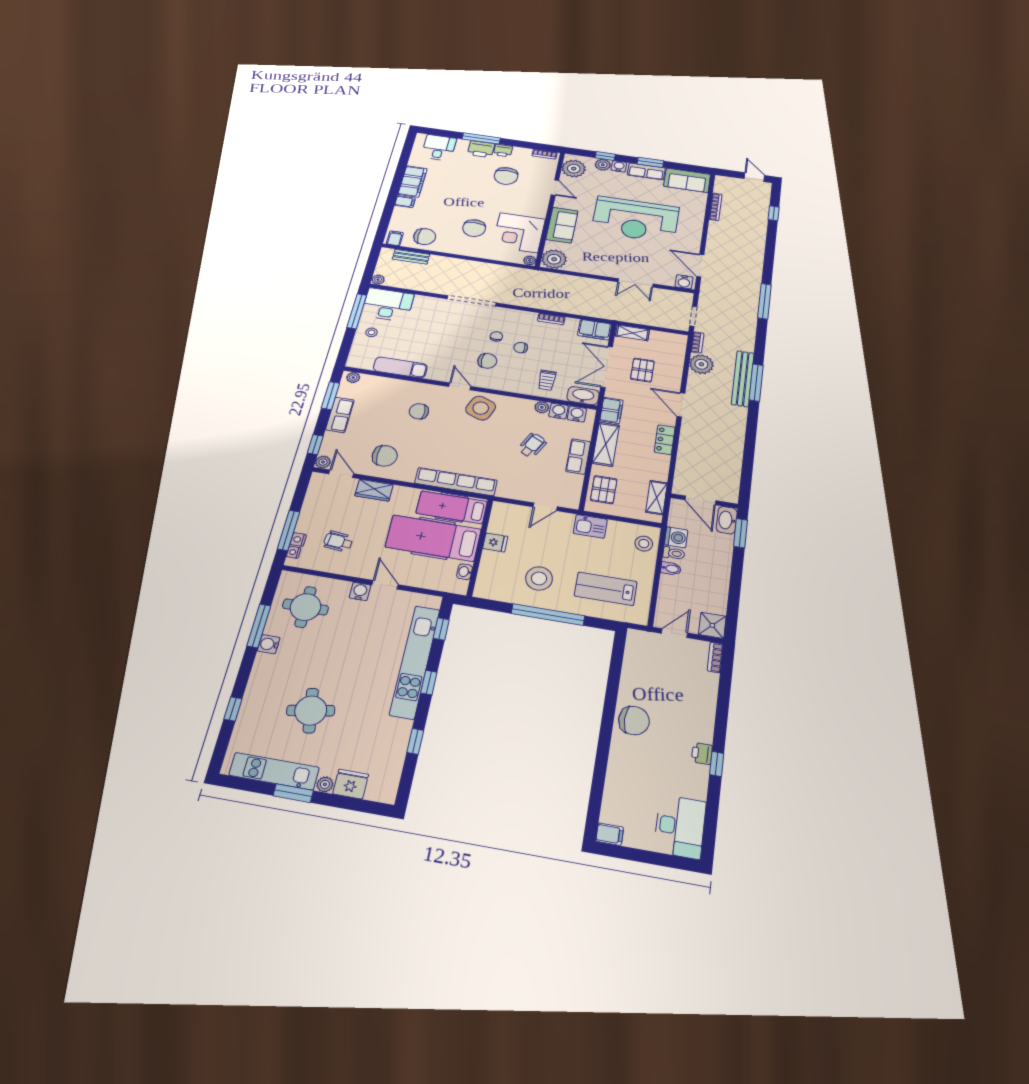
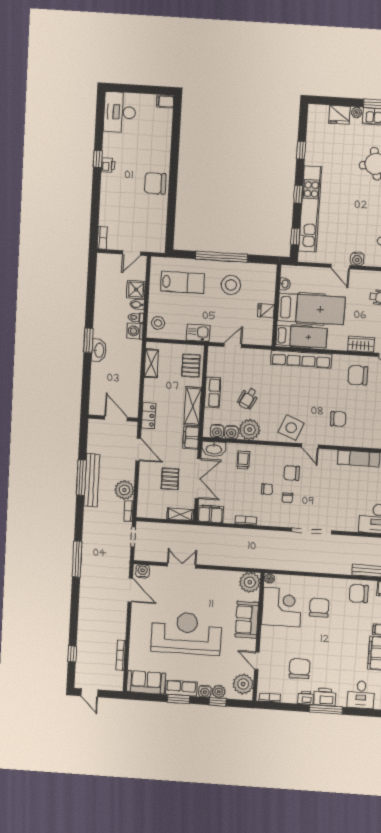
plant: (542, 407) -> (250, 430), width x1.87, depth x1.87
door: (700, 500) -> (116, 418), moved
wall: (704, 501) -> (113, 418), moved
shower: (712, 625) -> (136, 290), moved

